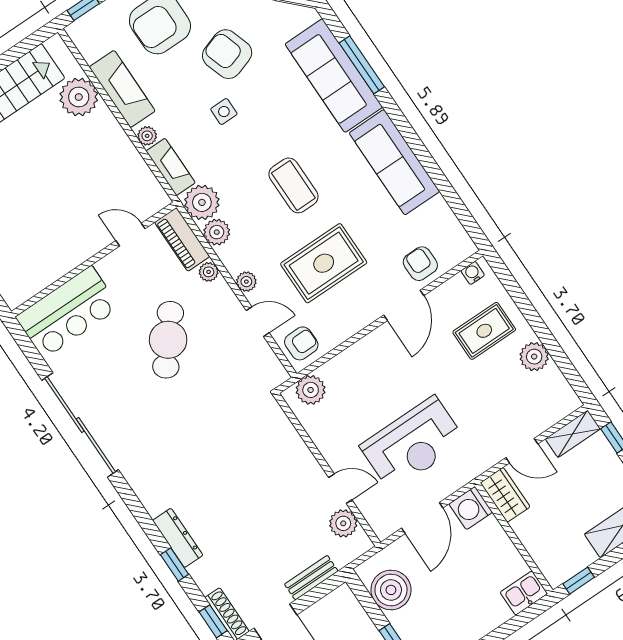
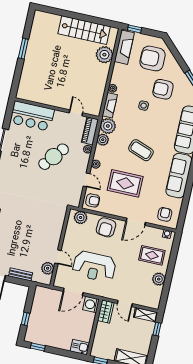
armchair: (227, 54) -> (163, 89), turned -72
fireplace: (122, 89) -> (124, 47), moved
coffee table: (293, 185) -> (141, 150), turned -70
armchair: (420, 264) -> (165, 214), moved
armchair: (367, 363) -> (106, 227), added
boiler: (391, 590) -> (41, 304), removed

